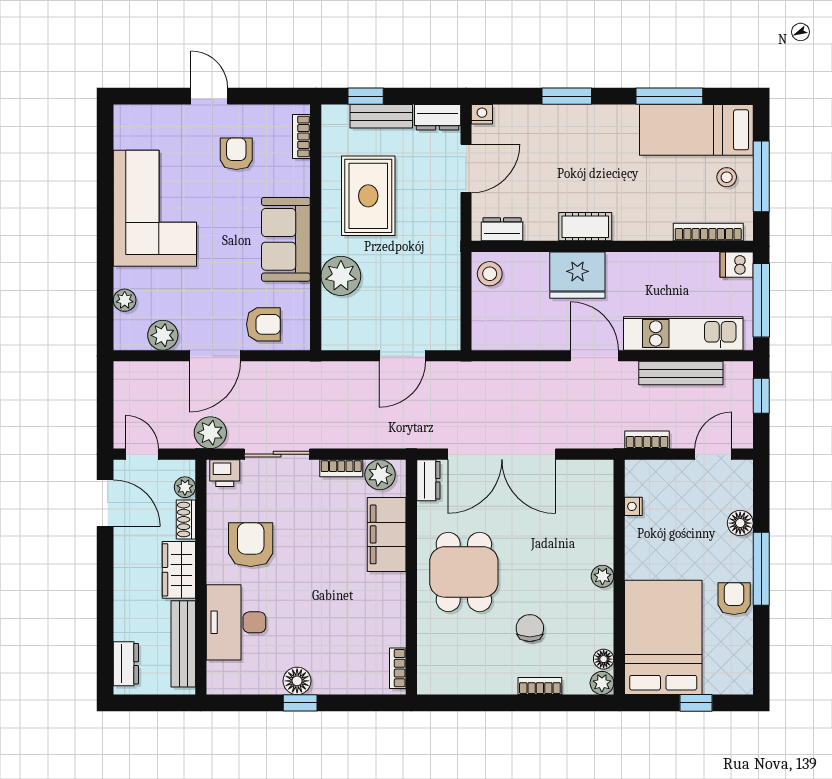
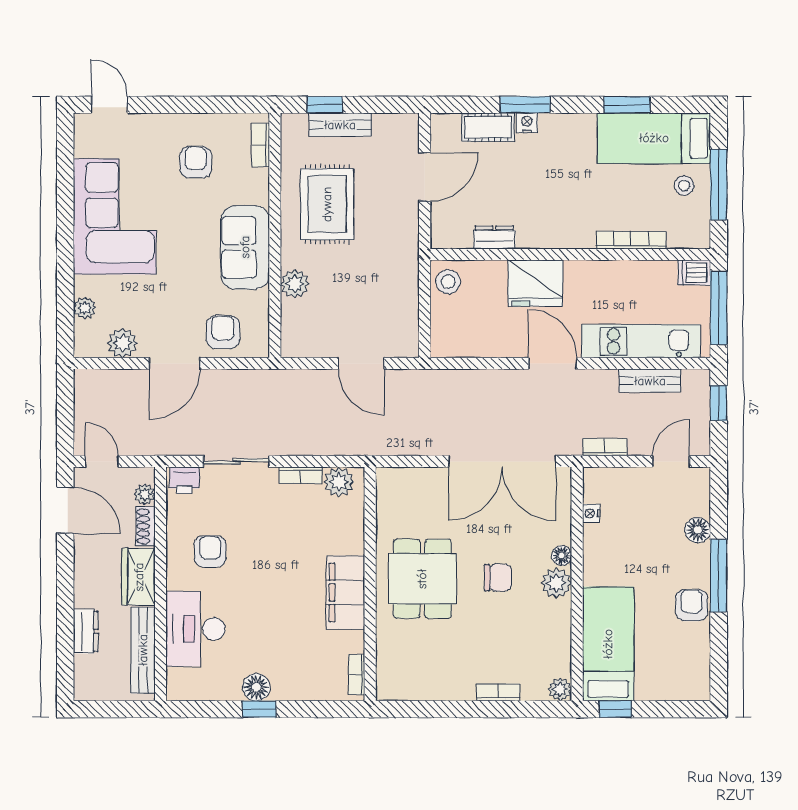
door: (209, 96) -> (110, 105), moved
window: (669, 96) -> (627, 105), width x0.69
nightstand: (482, 114) -> (527, 123), moved
dresser: (438, 117) -> (396, 126), removed
cot: (585, 227) -> (488, 127), moved
dresser: (502, 229) -> (494, 237), moved
bookcase: (708, 232) -> (631, 240), moved
plant: (341, 276) -> (295, 284), width x0.73, depth x0.73
armchair: (263, 324) -> (223, 332), turned -90
door: (402, 356) -> (361, 363), hinge flipped
bench: (681, 373) -> (650, 381), width x0.73
plant: (210, 433) -> (170, 440), removed
double door: (502, 454) -> (502, 461), moved
dresser: (428, 480) -> (387, 487), removed
filing cabinet: (387, 534) -> (346, 592), moved
armchair: (251, 545) -> (210, 551), width x0.72, depth x0.72
plant: (602, 576) -> (556, 583), width x1.38, depth x1.38
chair: (530, 628) -> (498, 578), moved, turned 90
bed: (663, 637) -> (608, 644), width x0.67
floor lamp: (604, 659) -> (562, 556), moved
dresser: (126, 664) -> (86, 631), moved
window: (696, 703) -> (615, 709), moved

